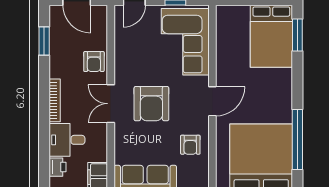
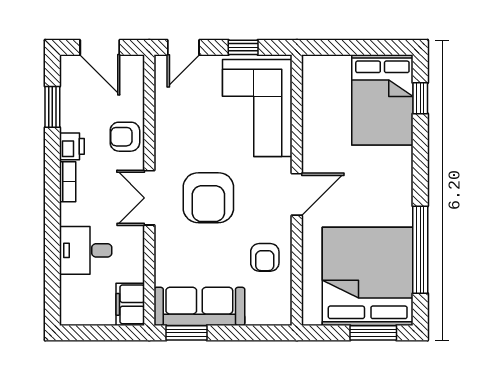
window: (297, 35) -> (420, 98), width x0.67
armchair: (94, 62) -> (125, 137), turned 90
bookcase: (55, 100) -> (68, 182), width x0.64
printer: (57, 167) -> (72, 146), moved

